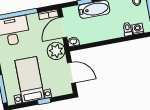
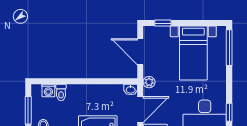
plant: (56, 51) -> (149, 82), width x0.53, depth x0.53
window: (44, 101) -> (163, 23), moved

